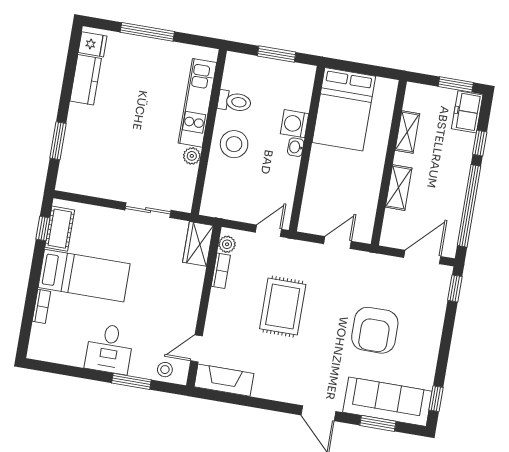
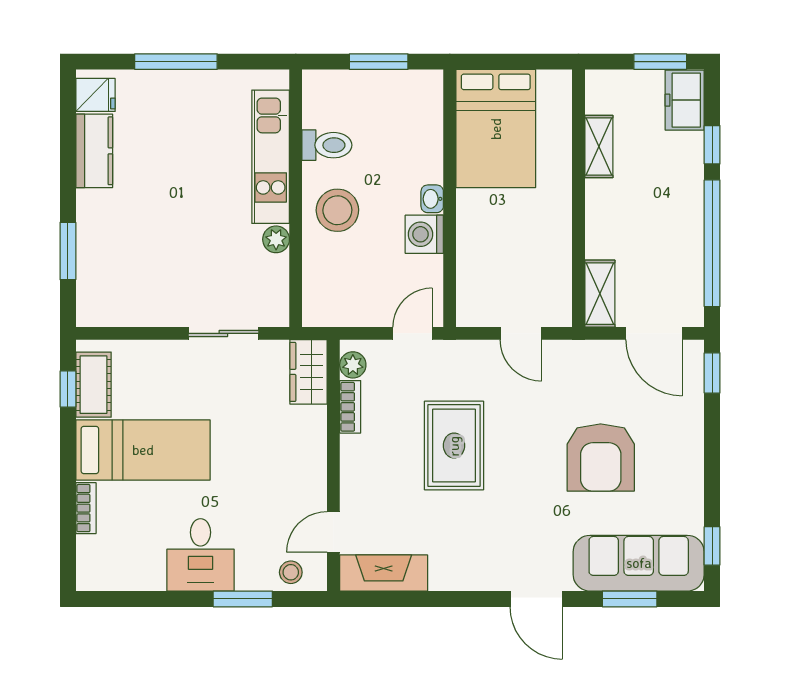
washing machine: (294, 124) -> (424, 234), moved
shelving: (399, 188) -> (600, 294), moved
door: (337, 242) -> (521, 333), swing flipped
door: (422, 257) -> (654, 333), swing flipped

